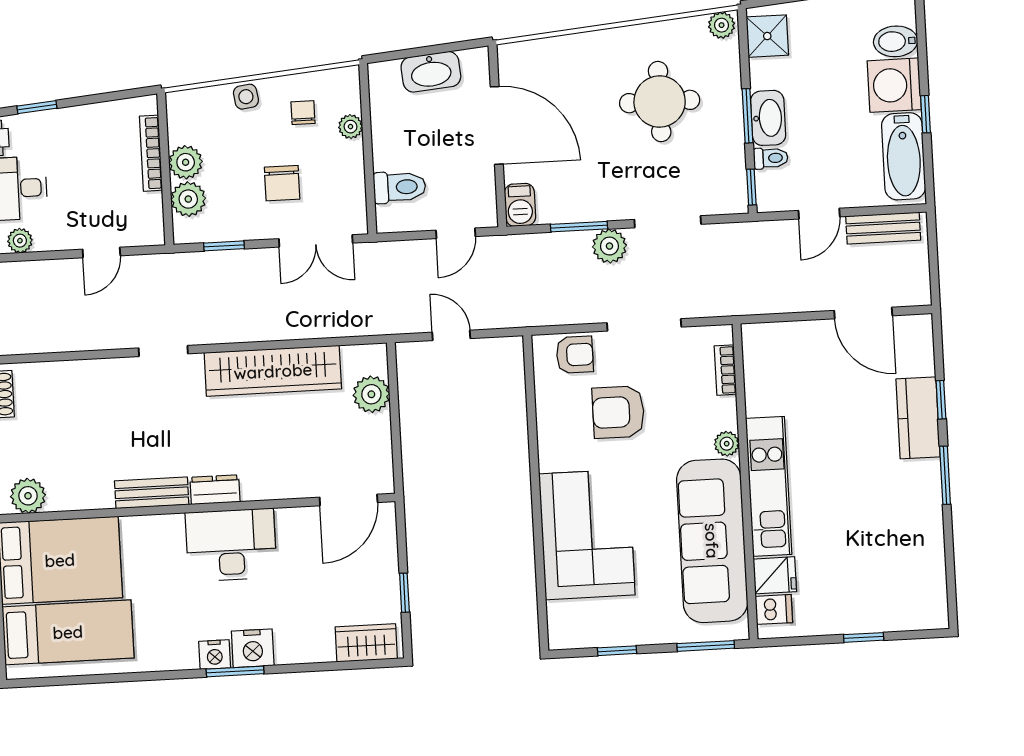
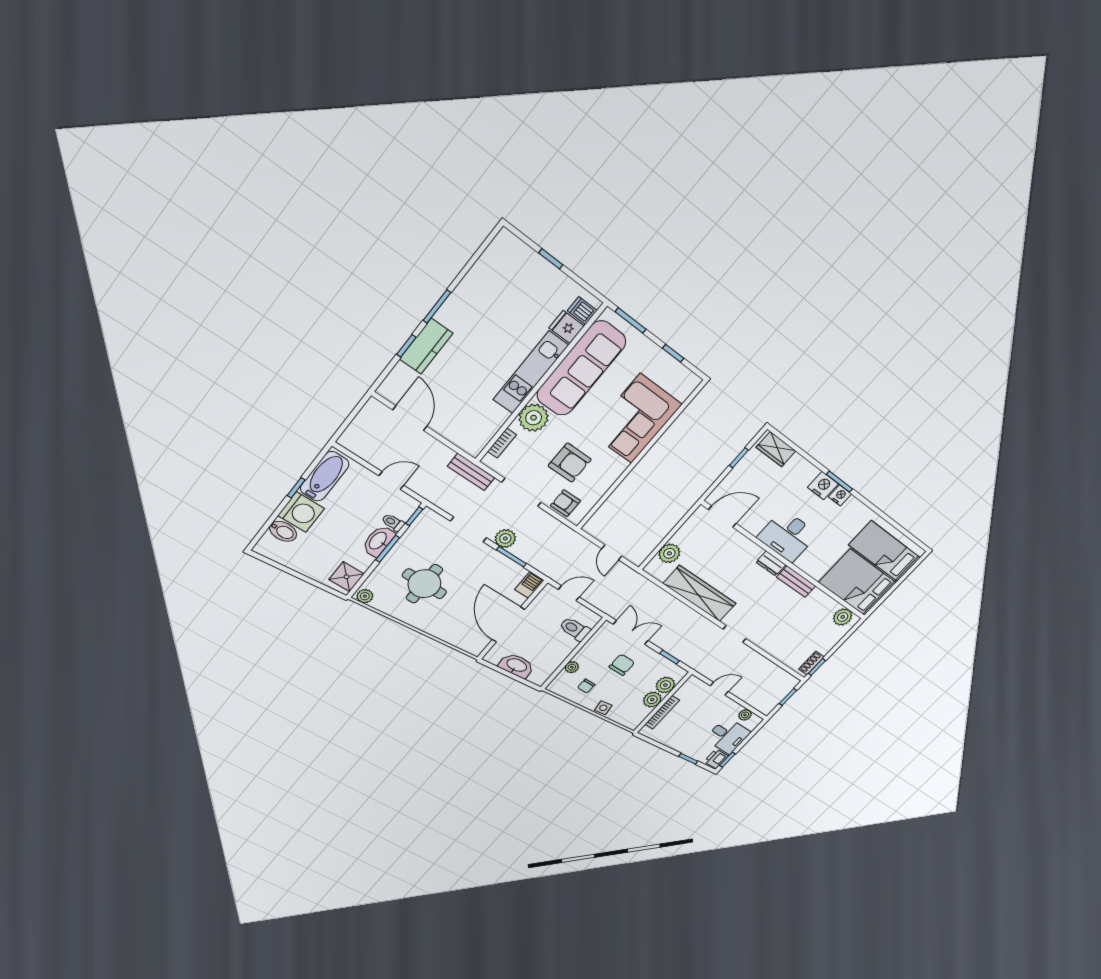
bench: (883, 228) -> (471, 472), moved
plant: (727, 444) -> (534, 418), width x1.88, depth x1.88

